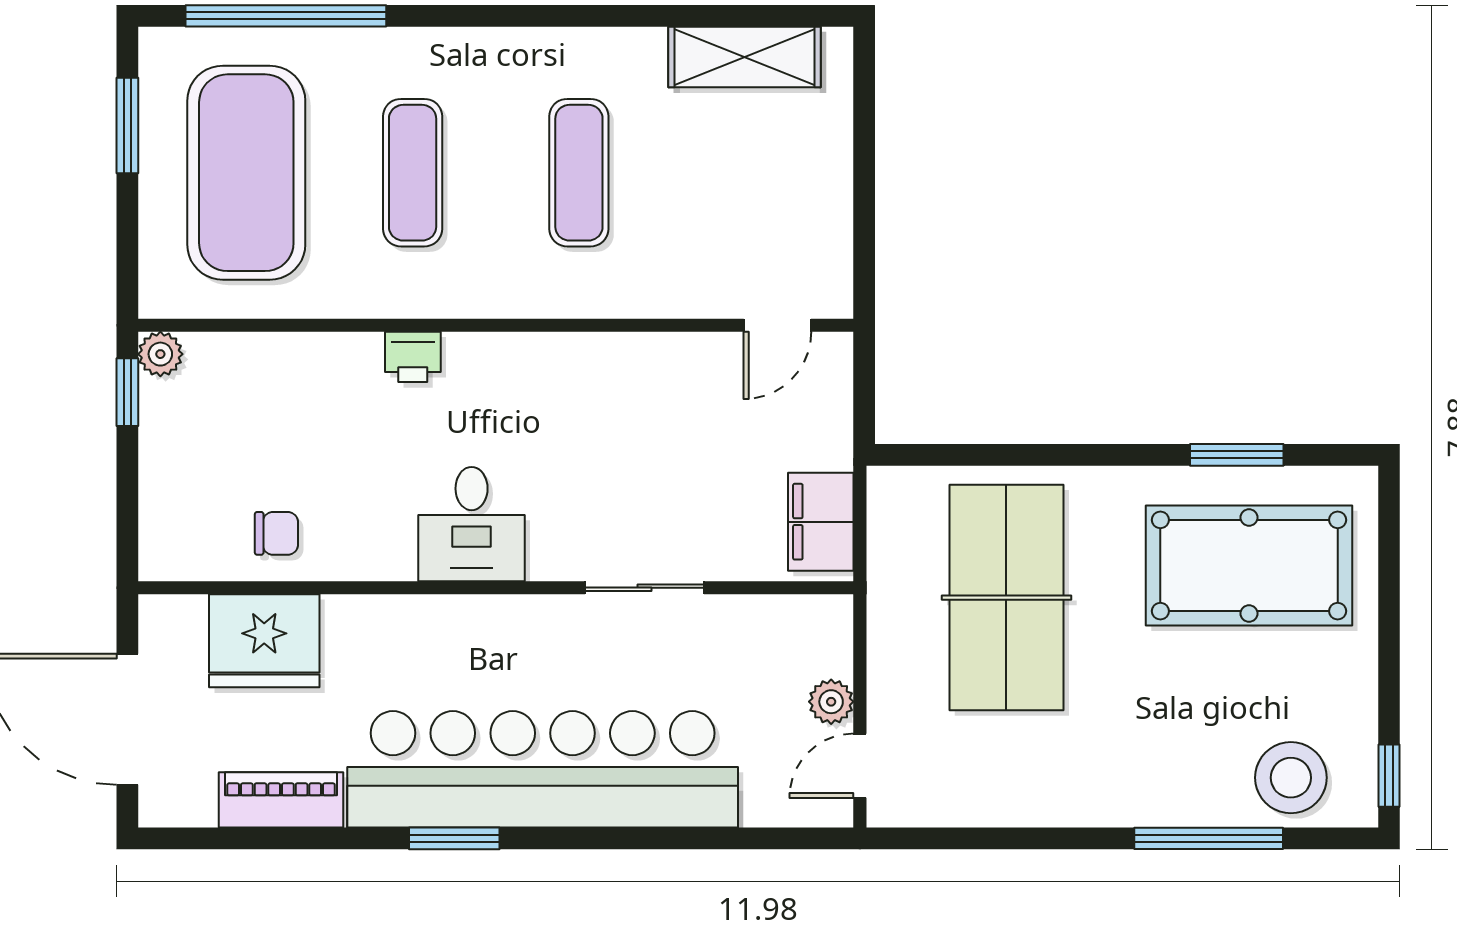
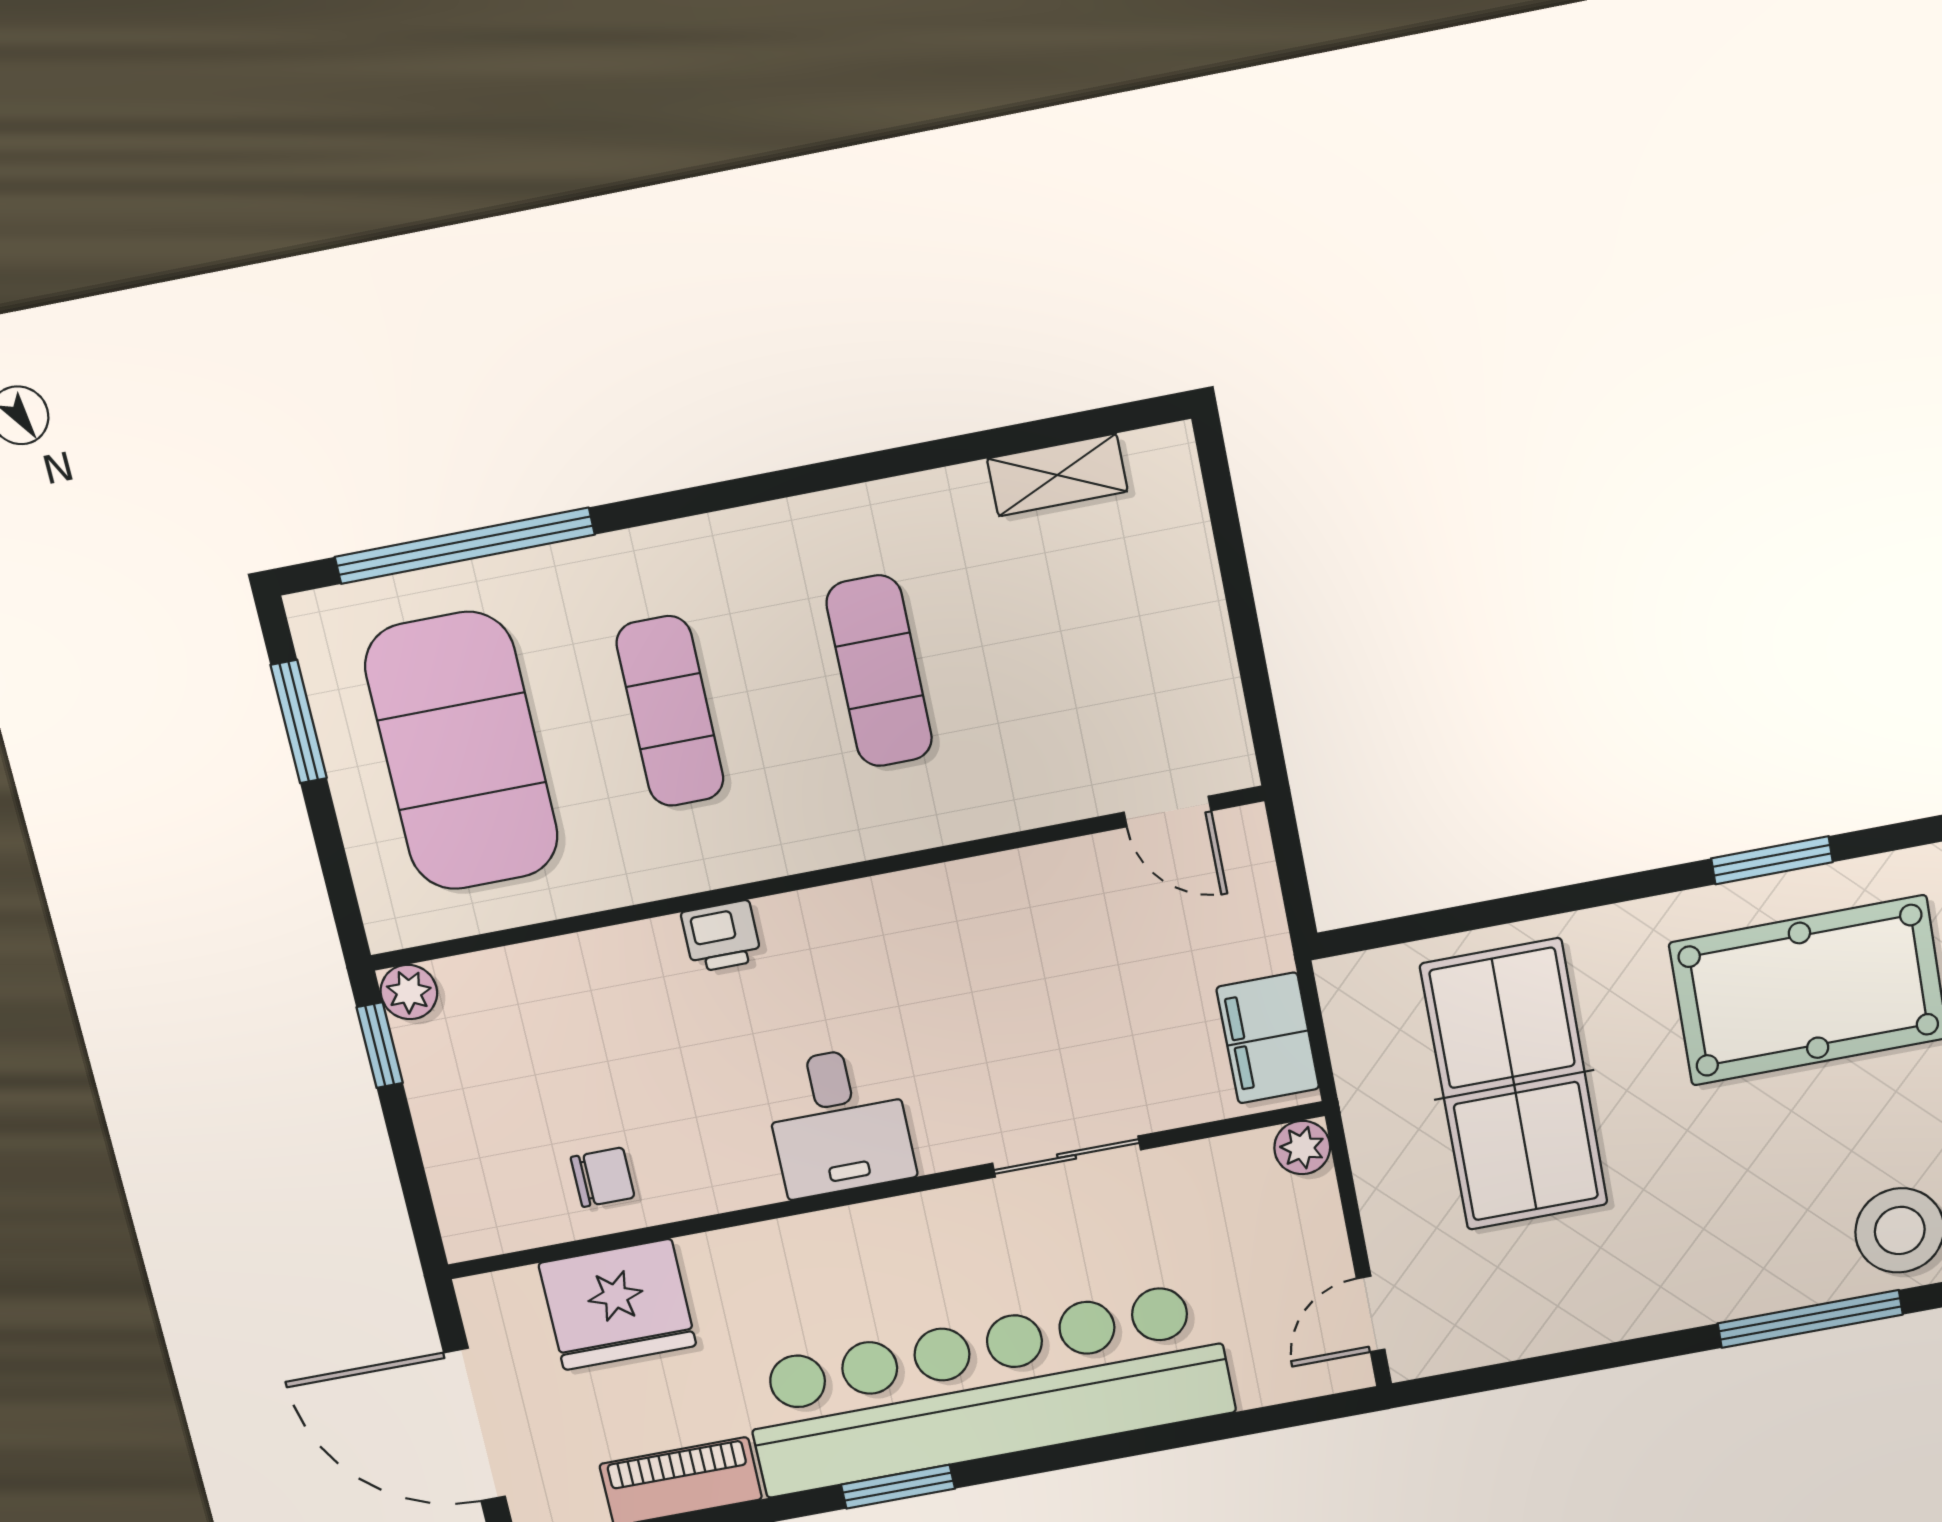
shelving: (745, 57) -> (1057, 475), width x0.67, depth x0.75
door: (777, 325) -> (1167, 812), hinge flipped
plant: (831, 702) -> (1302, 1148), moved

